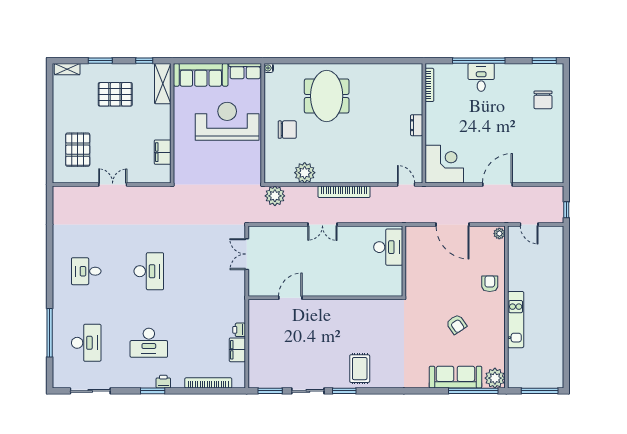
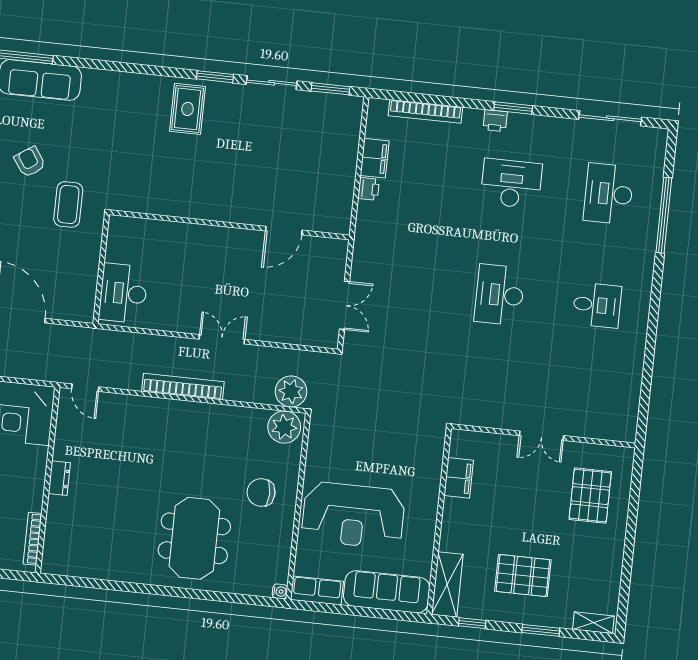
plant: (305, 173) -> (284, 427), moved
coffee table: (429, 300) -> (68, 204), added

